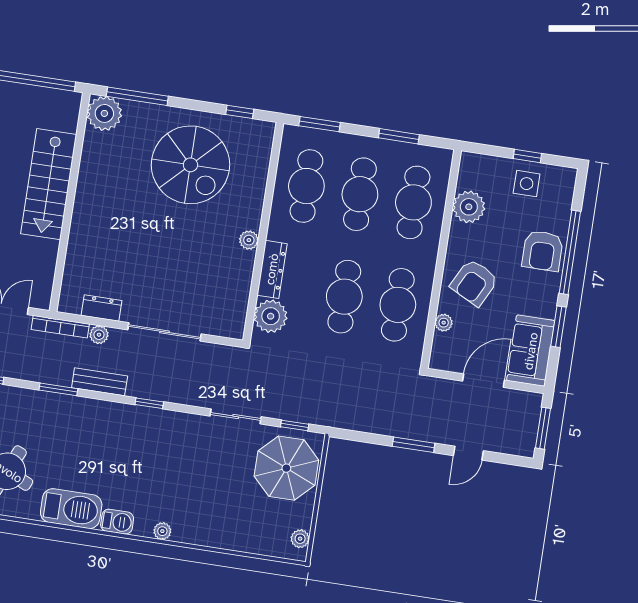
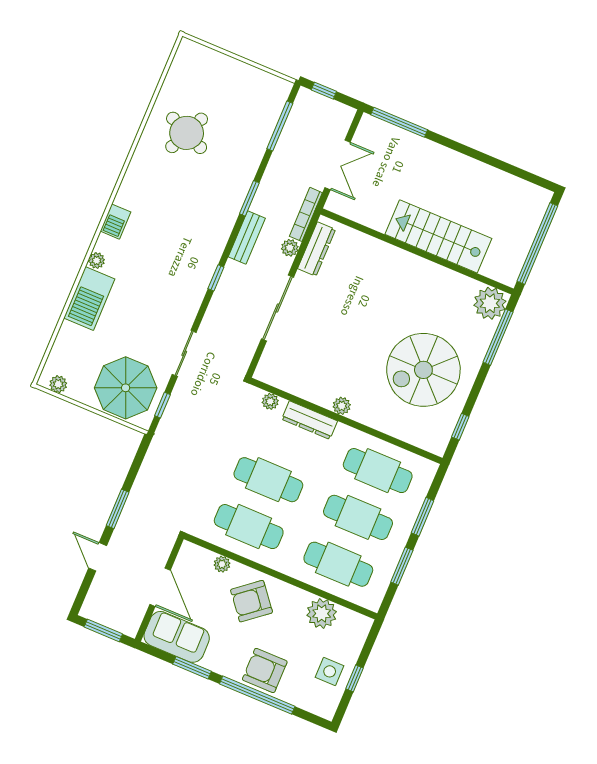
window: (320, 124) -> (423, 517), moved
armchair: (474, 283) -> (252, 601), turned -66
dresser: (101, 308) -> (317, 249), width x1.44
plant: (271, 316) -> (270, 401), width x0.53, depth x0.53
barbecue: (71, 509) -> (89, 299), moved

